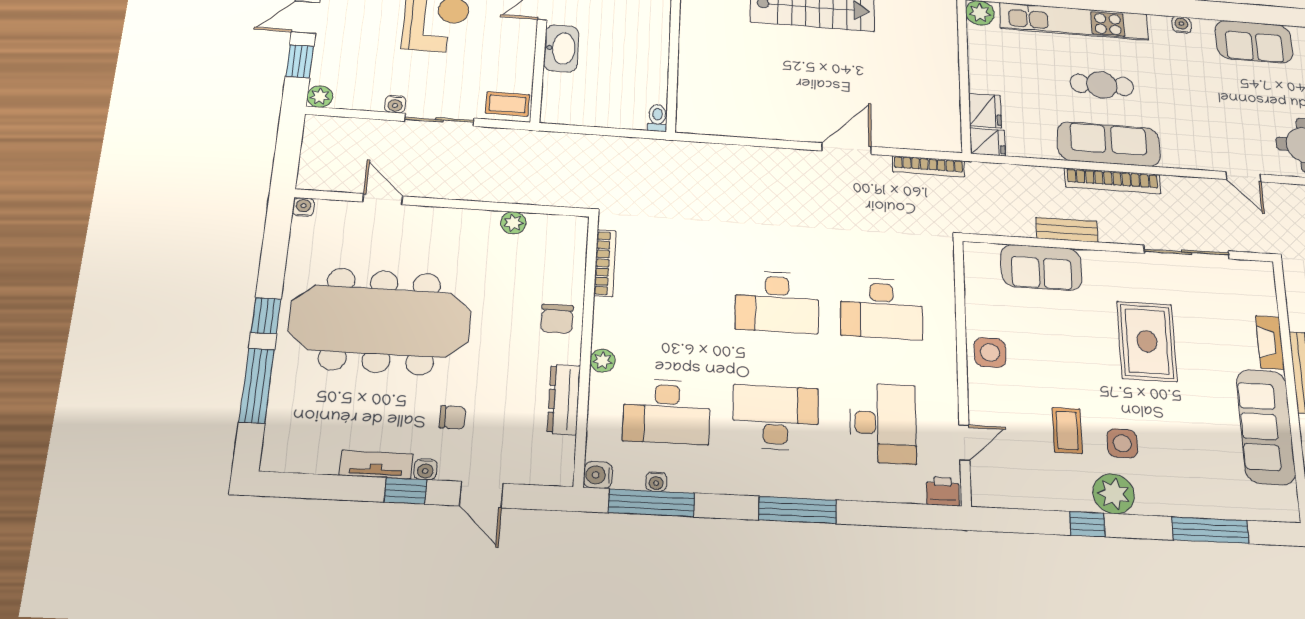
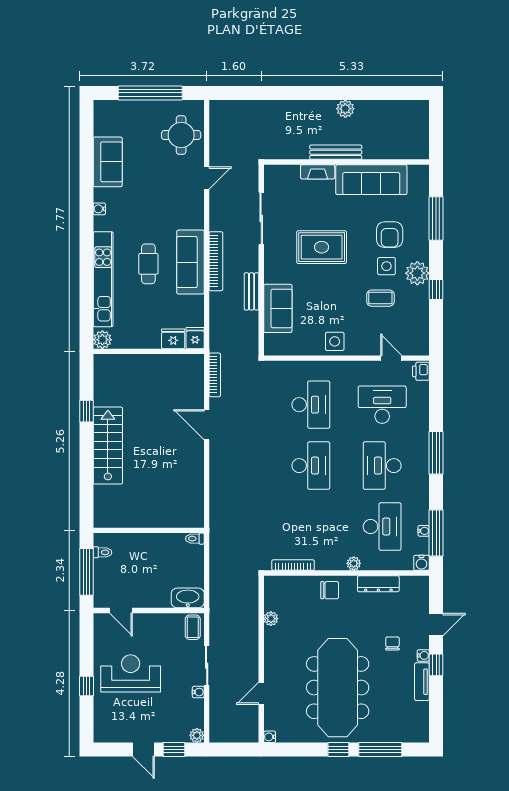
washbasin: (561, 48) -> (188, 598), moved
armchair: (1176, 451) -> (390, 235), added

